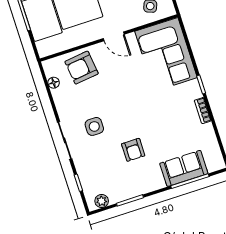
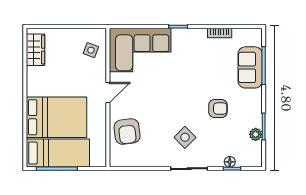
floor lamp: (54, 83) -> (230, 162), moved
bookcase: (203, 111) -> (220, 33), moved
side table: (94, 126) -> (185, 137), turned 45
plant: (102, 201) -> (256, 134), moved

